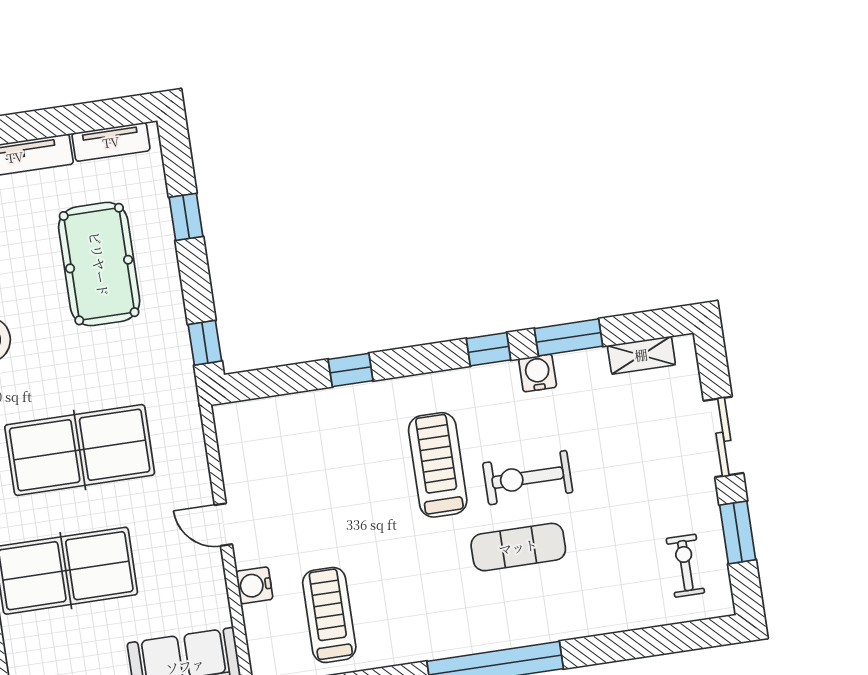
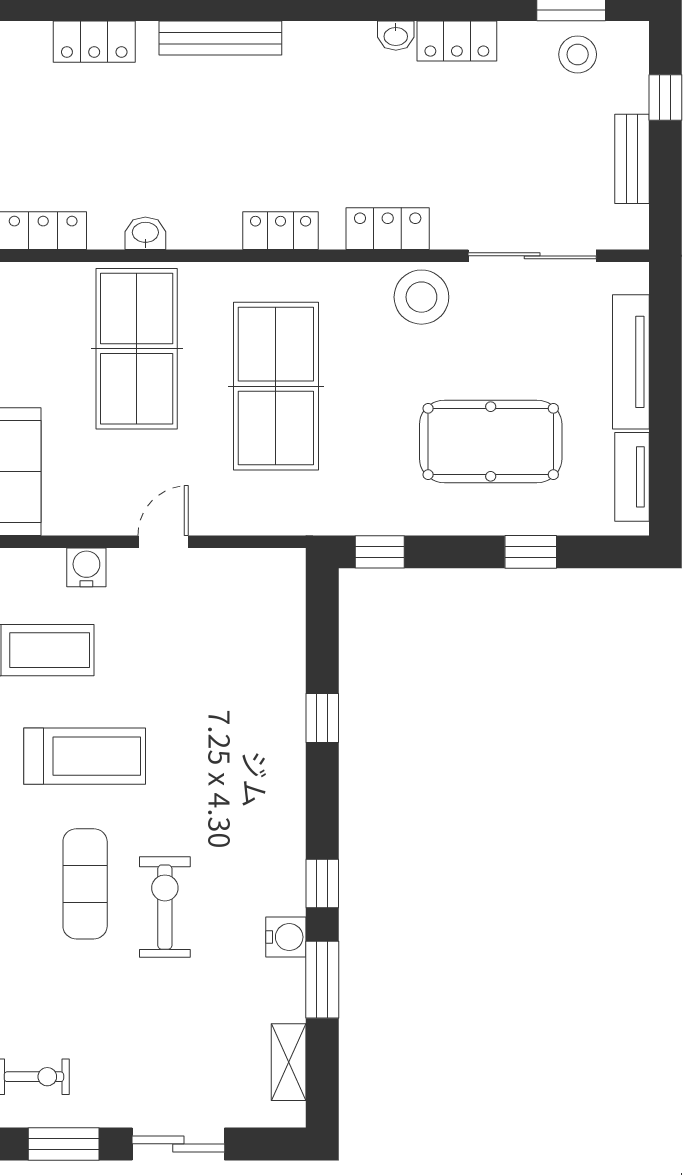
treadmill: (438, 465) -> (85, 756), moved

